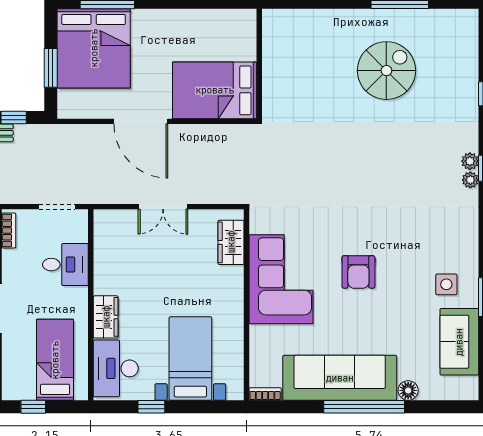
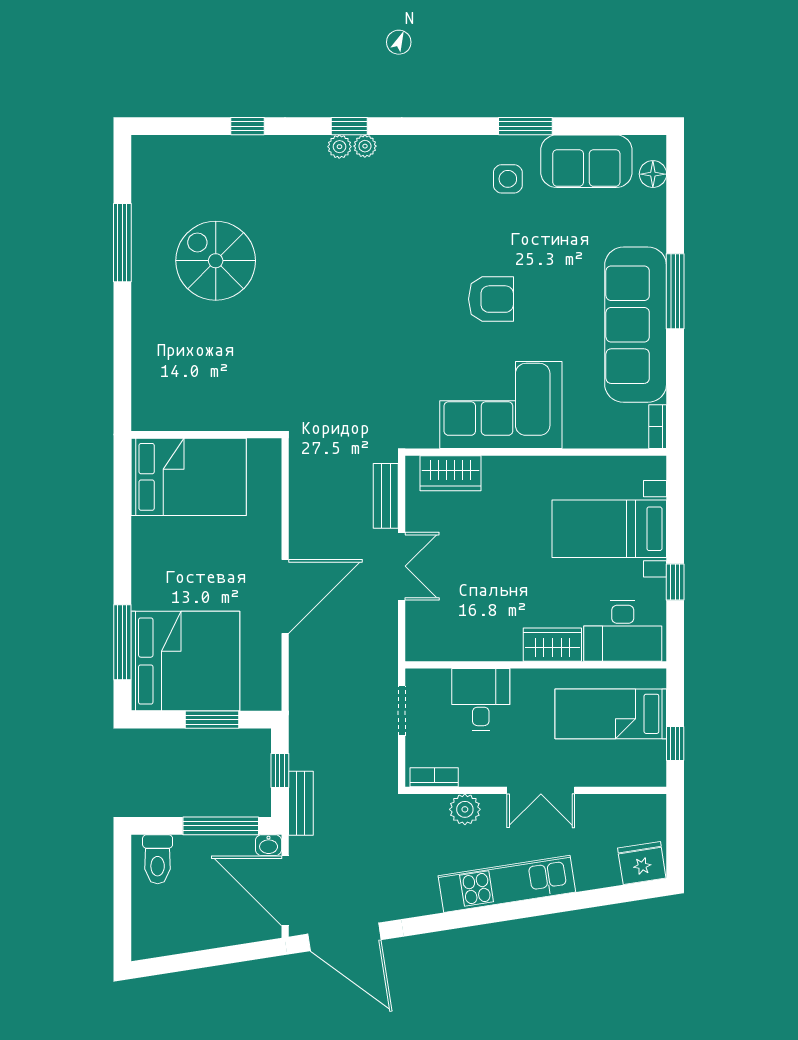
bed: (215, 90) -> (189, 477), moved, turned -90
bench: (214, 195) -> (386, 496), added
floor lamp: (408, 390) -> (653, 174), moved
window: (364, 407) -> (675, 291), width x0.68

